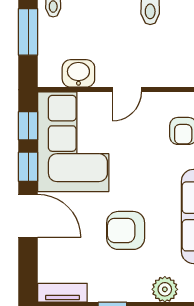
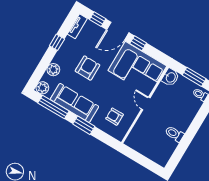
washbasin: (78, 73) -> (170, 77), moved
window: (28, 126) -> (98, 19), moved

